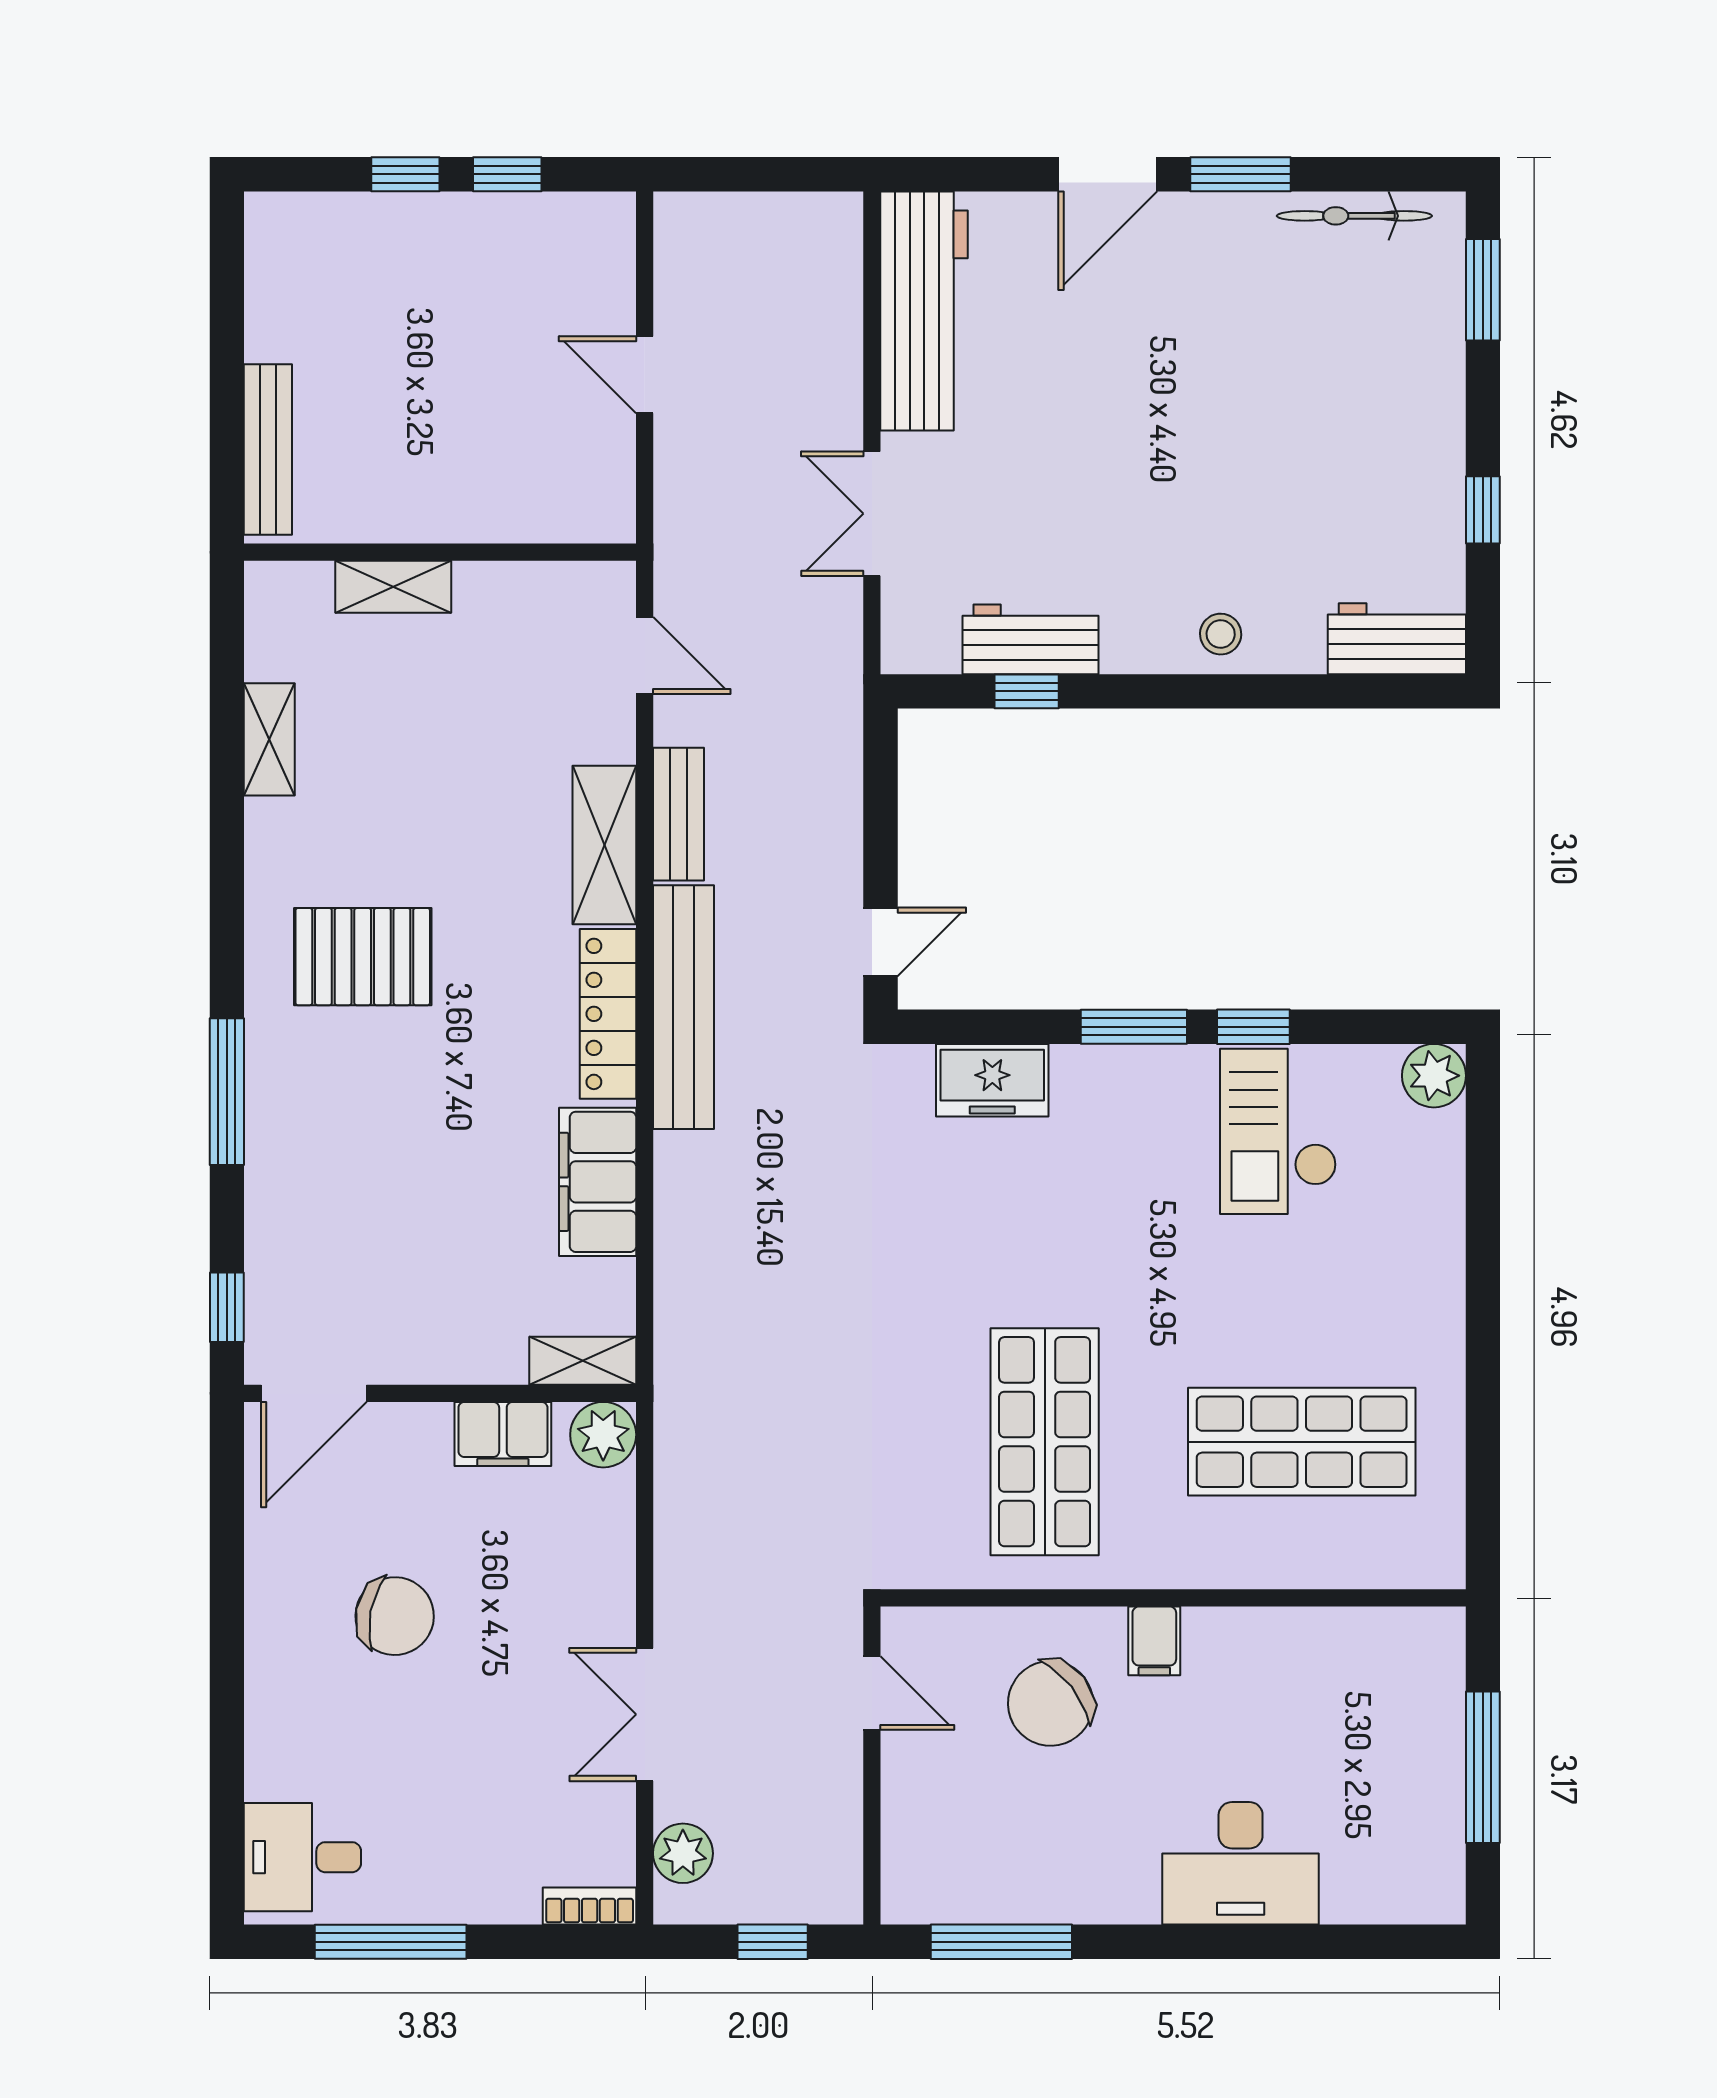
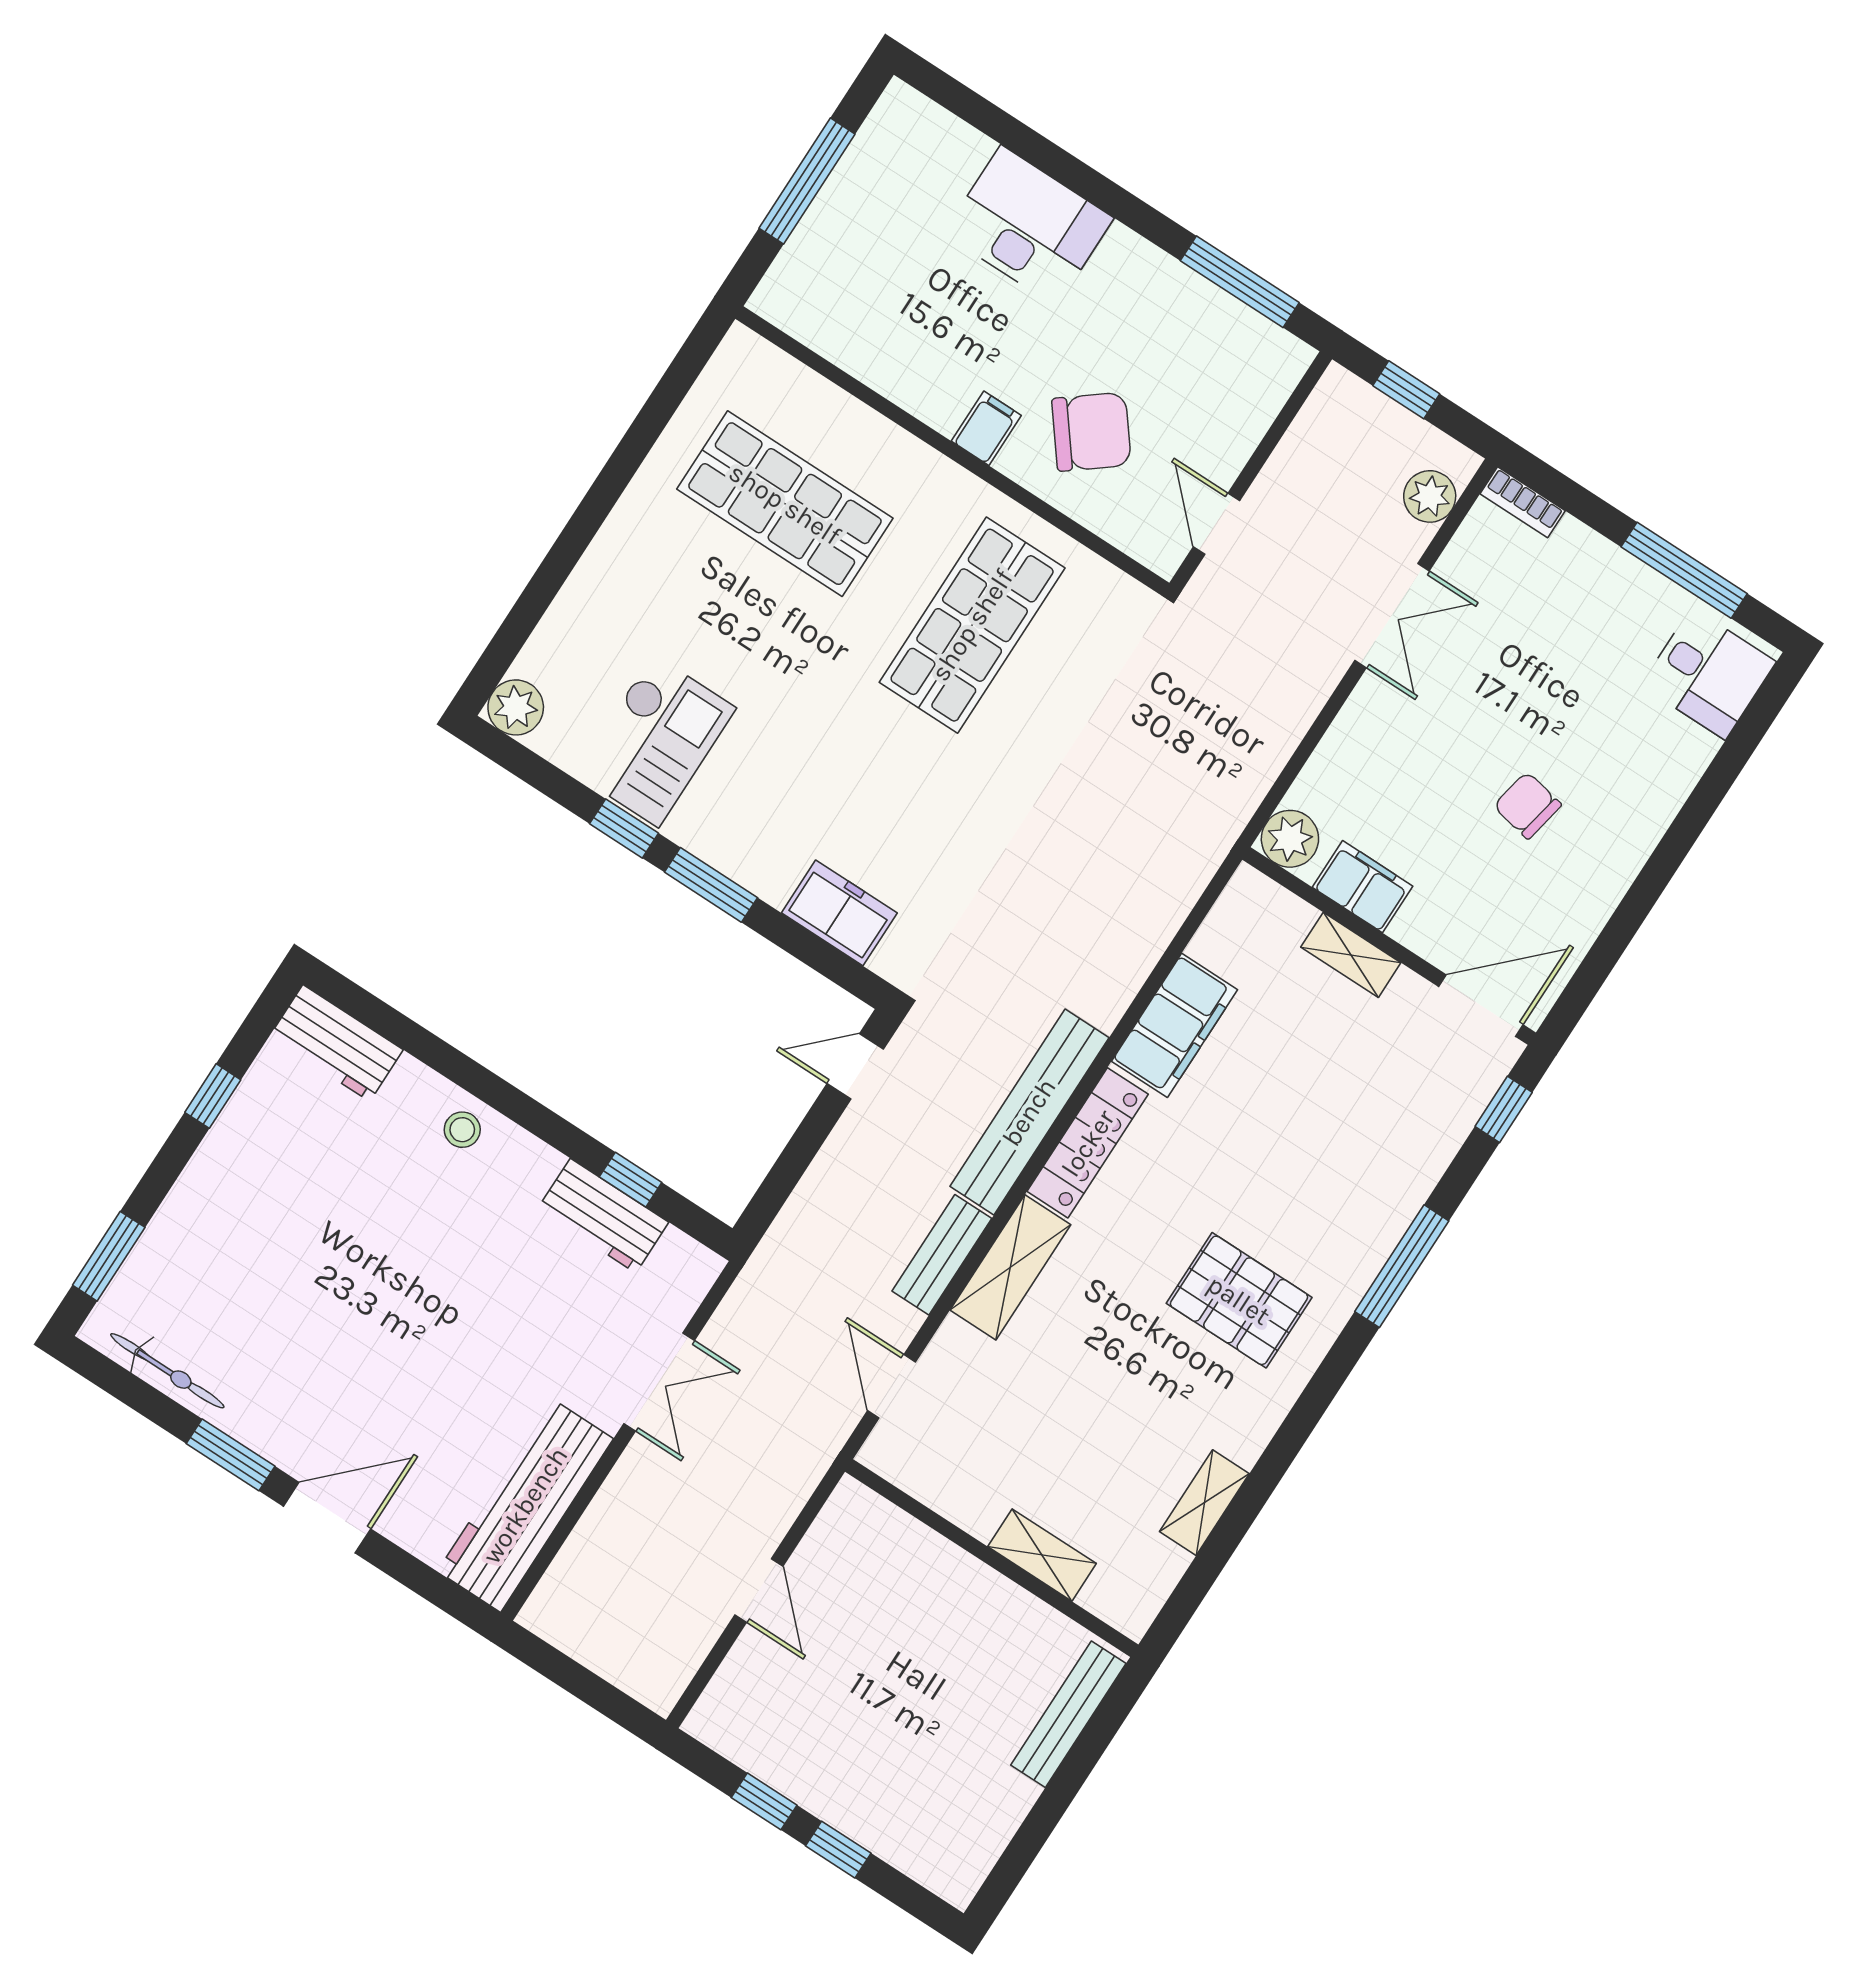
shelving: (583, 1361) -> (1351, 955), moved
chair: (395, 1616) -> (1527, 805), width x0.73, depth x0.73

